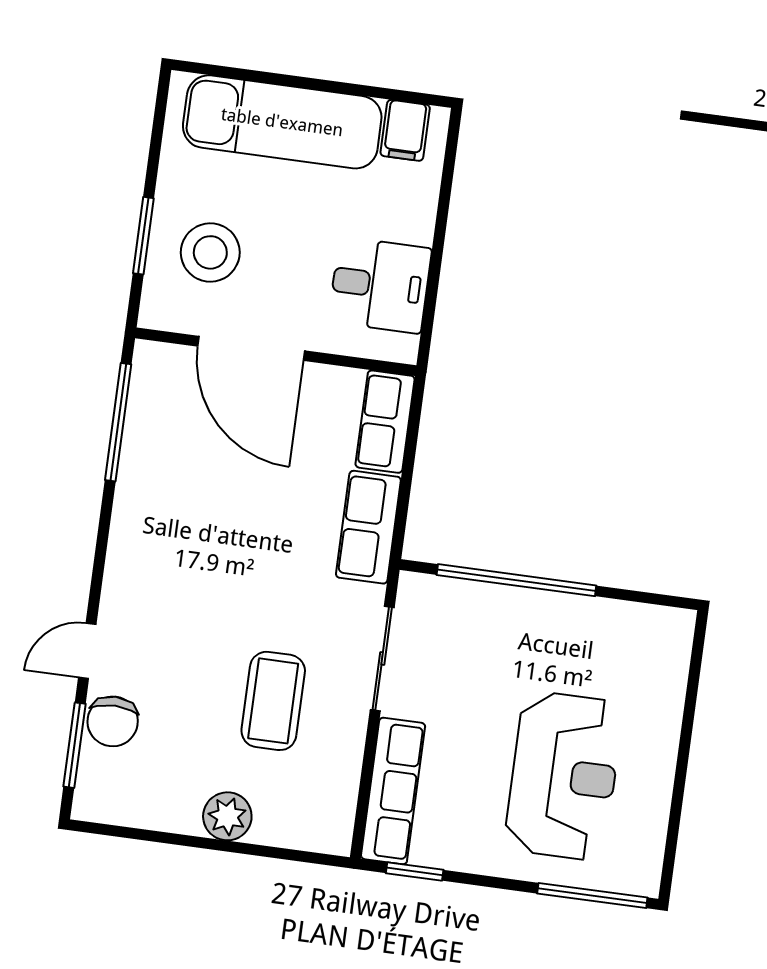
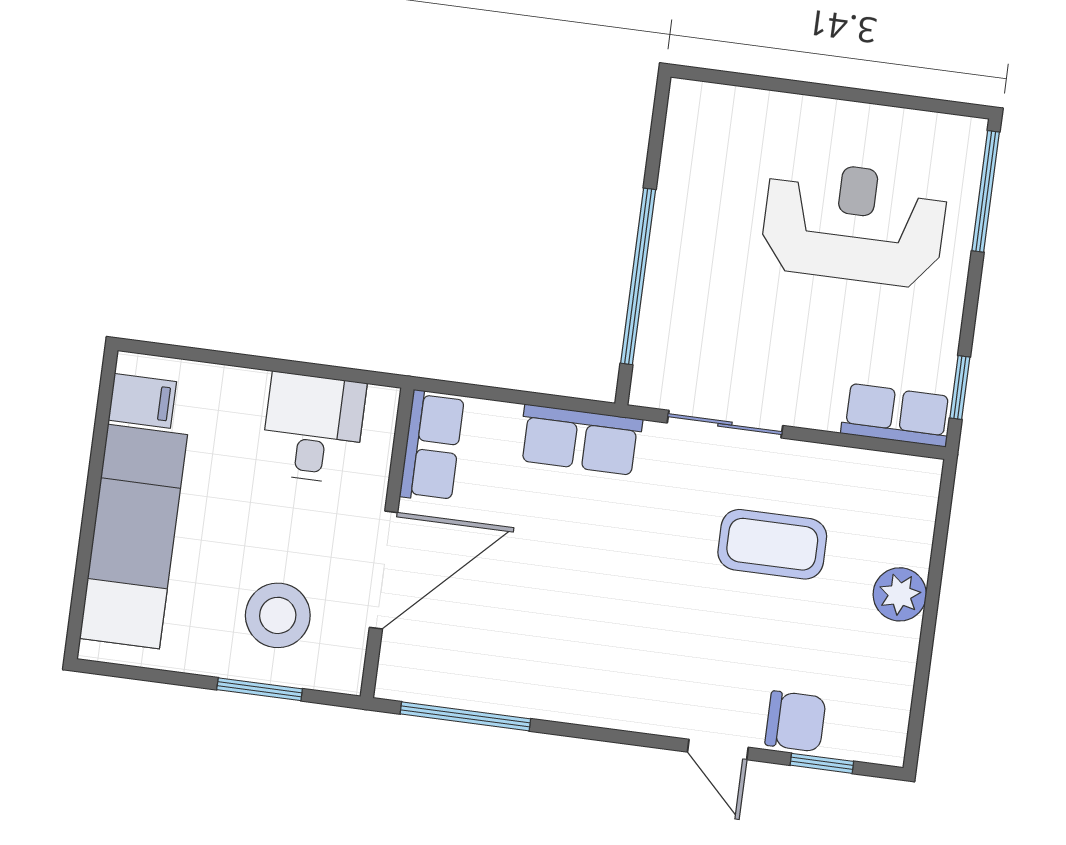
row of seats: (385, 422) -> (432, 446), moved, turned -90
window: (75, 745) -> (822, 763), width x0.67
row of seats: (393, 791) -> (896, 415), width x0.68

